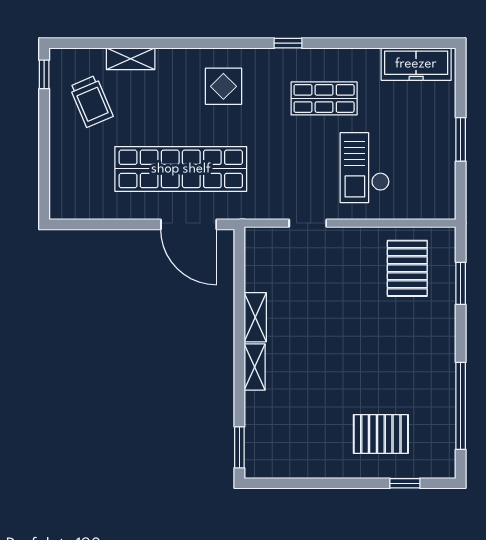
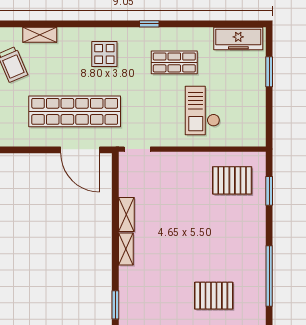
window: (461, 139) -> (269, 72), moved
doorway: (308, 223) -> (137, 149), moved
pallet: (407, 268) -> (232, 180), turned 90

